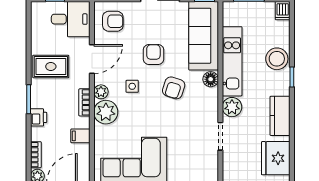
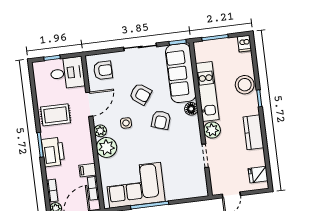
armchair: (153, 55) -> (141, 94), turned 126
bookcase: (84, 102) -> (93, 188), moved
printer: (39, 117) -> (53, 152), width x1.87, depth x1.48
fridge: (276, 158) -> (258, 175), width x0.53, depth x0.75

